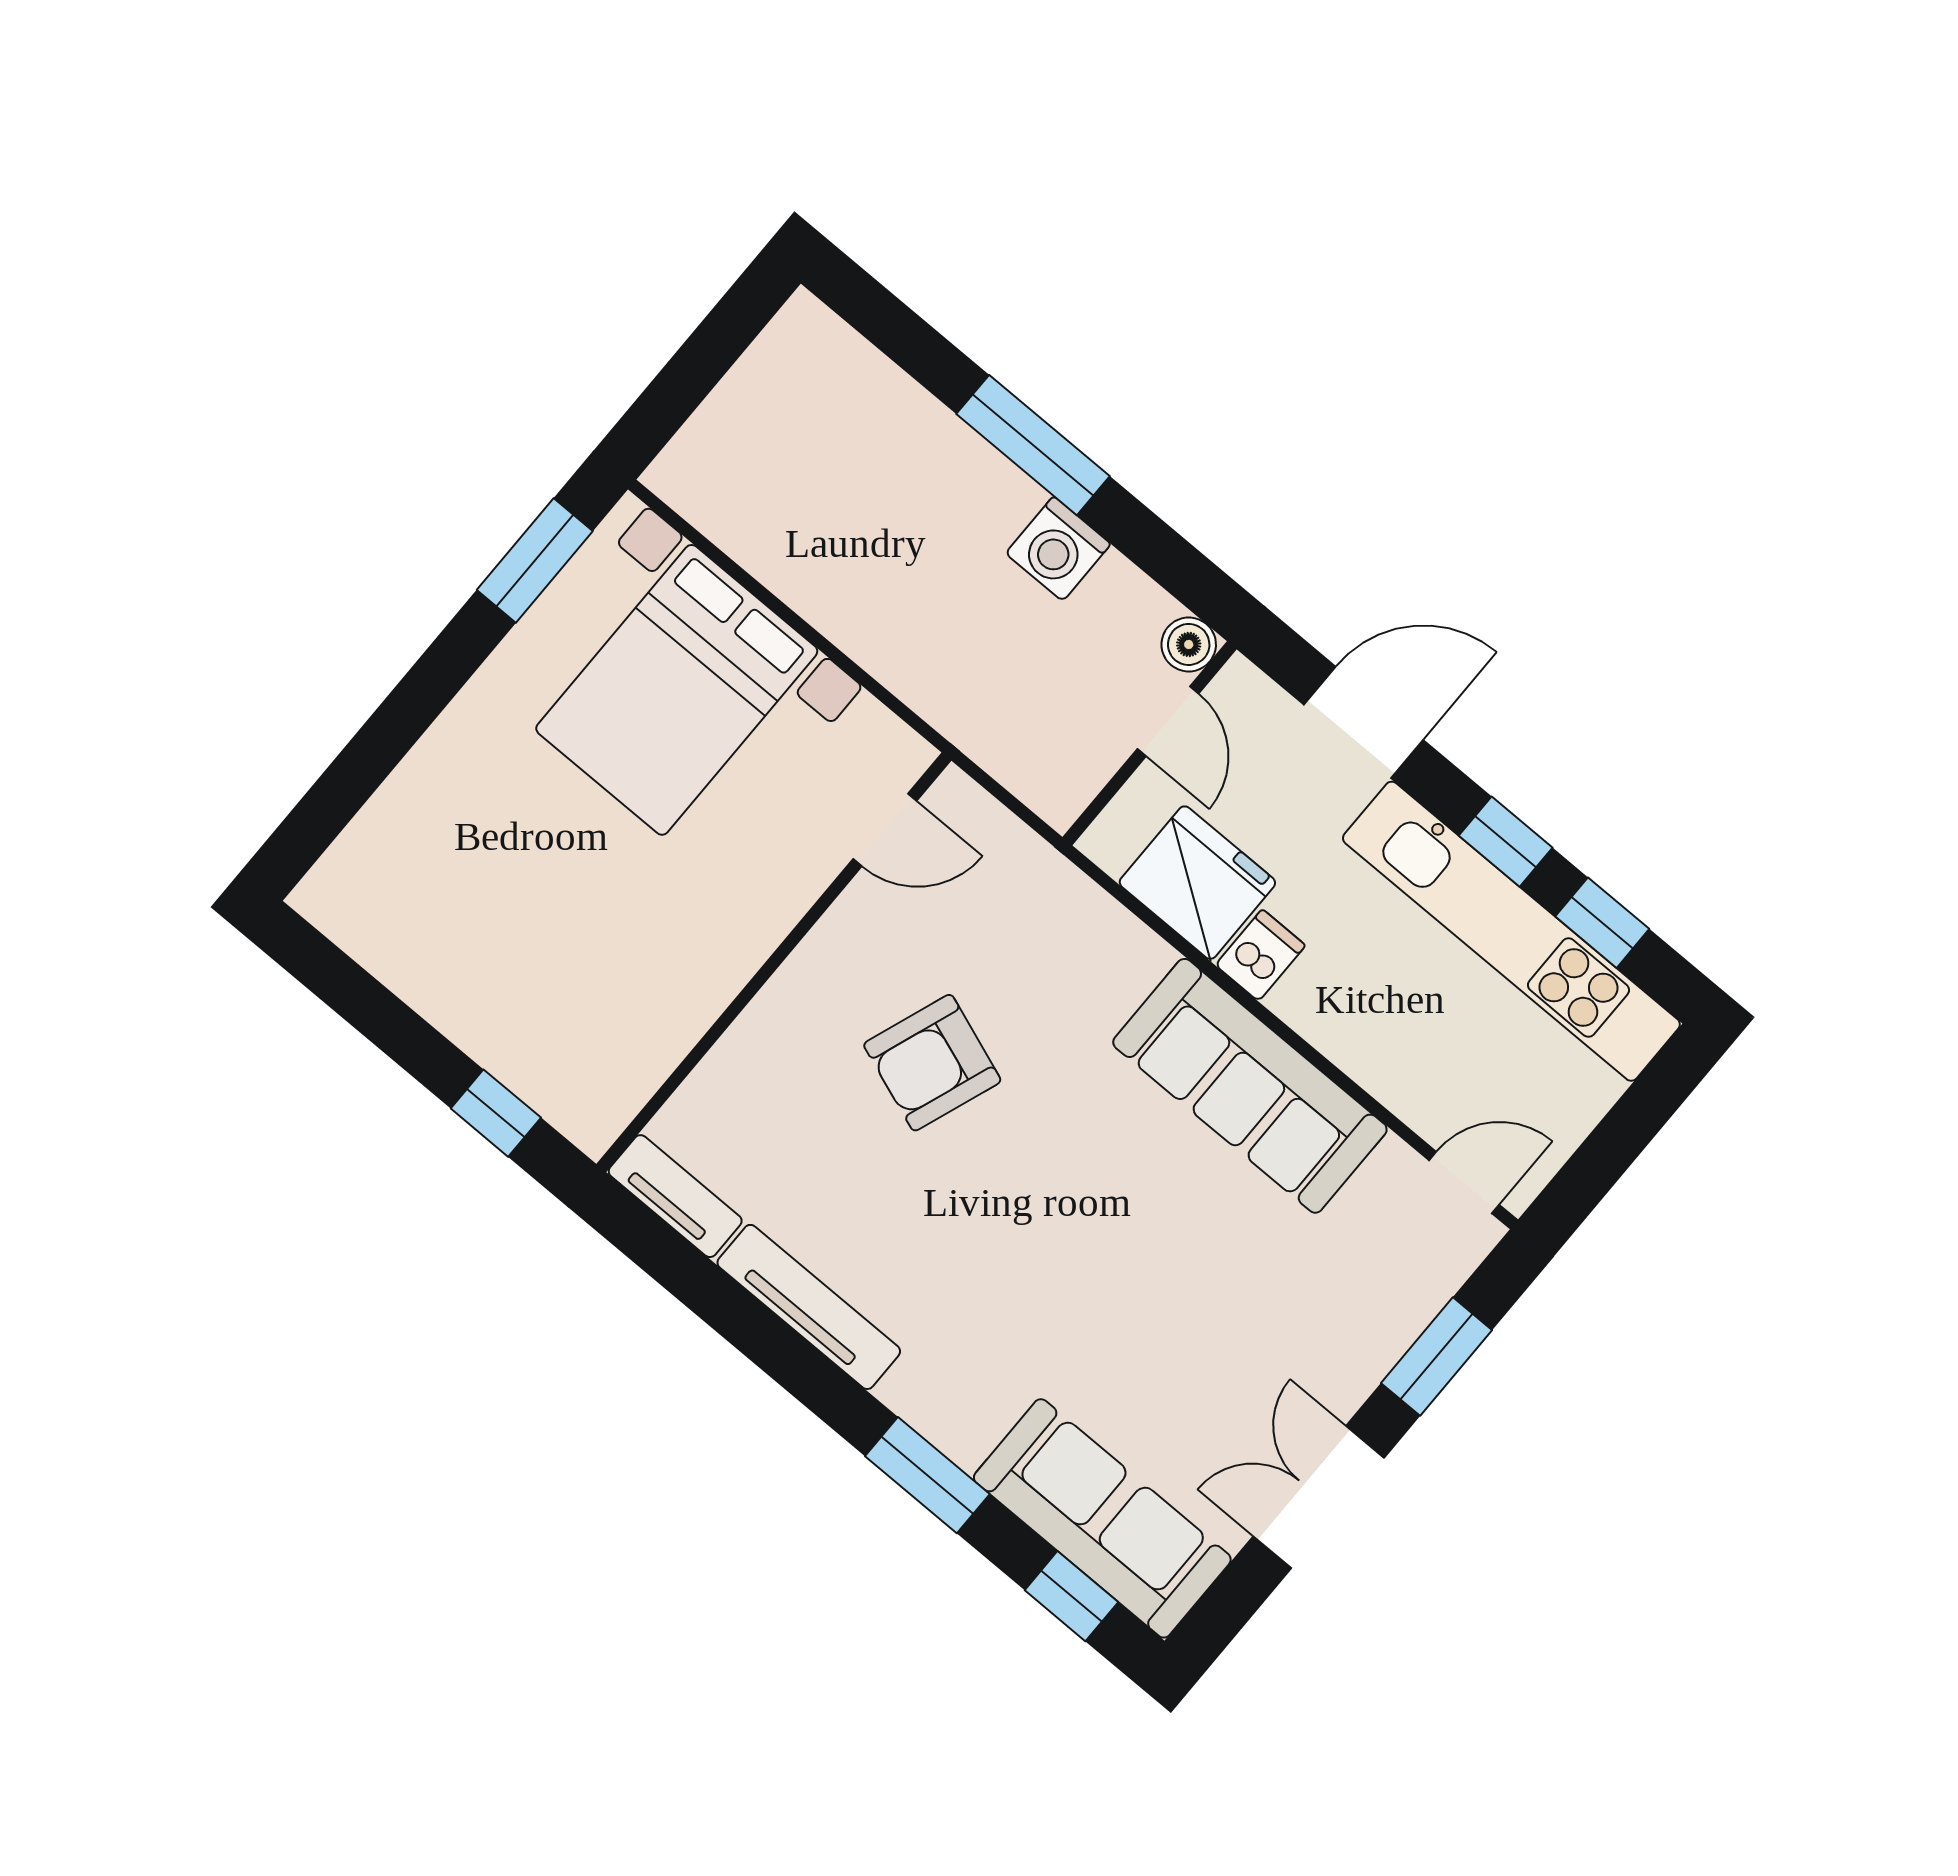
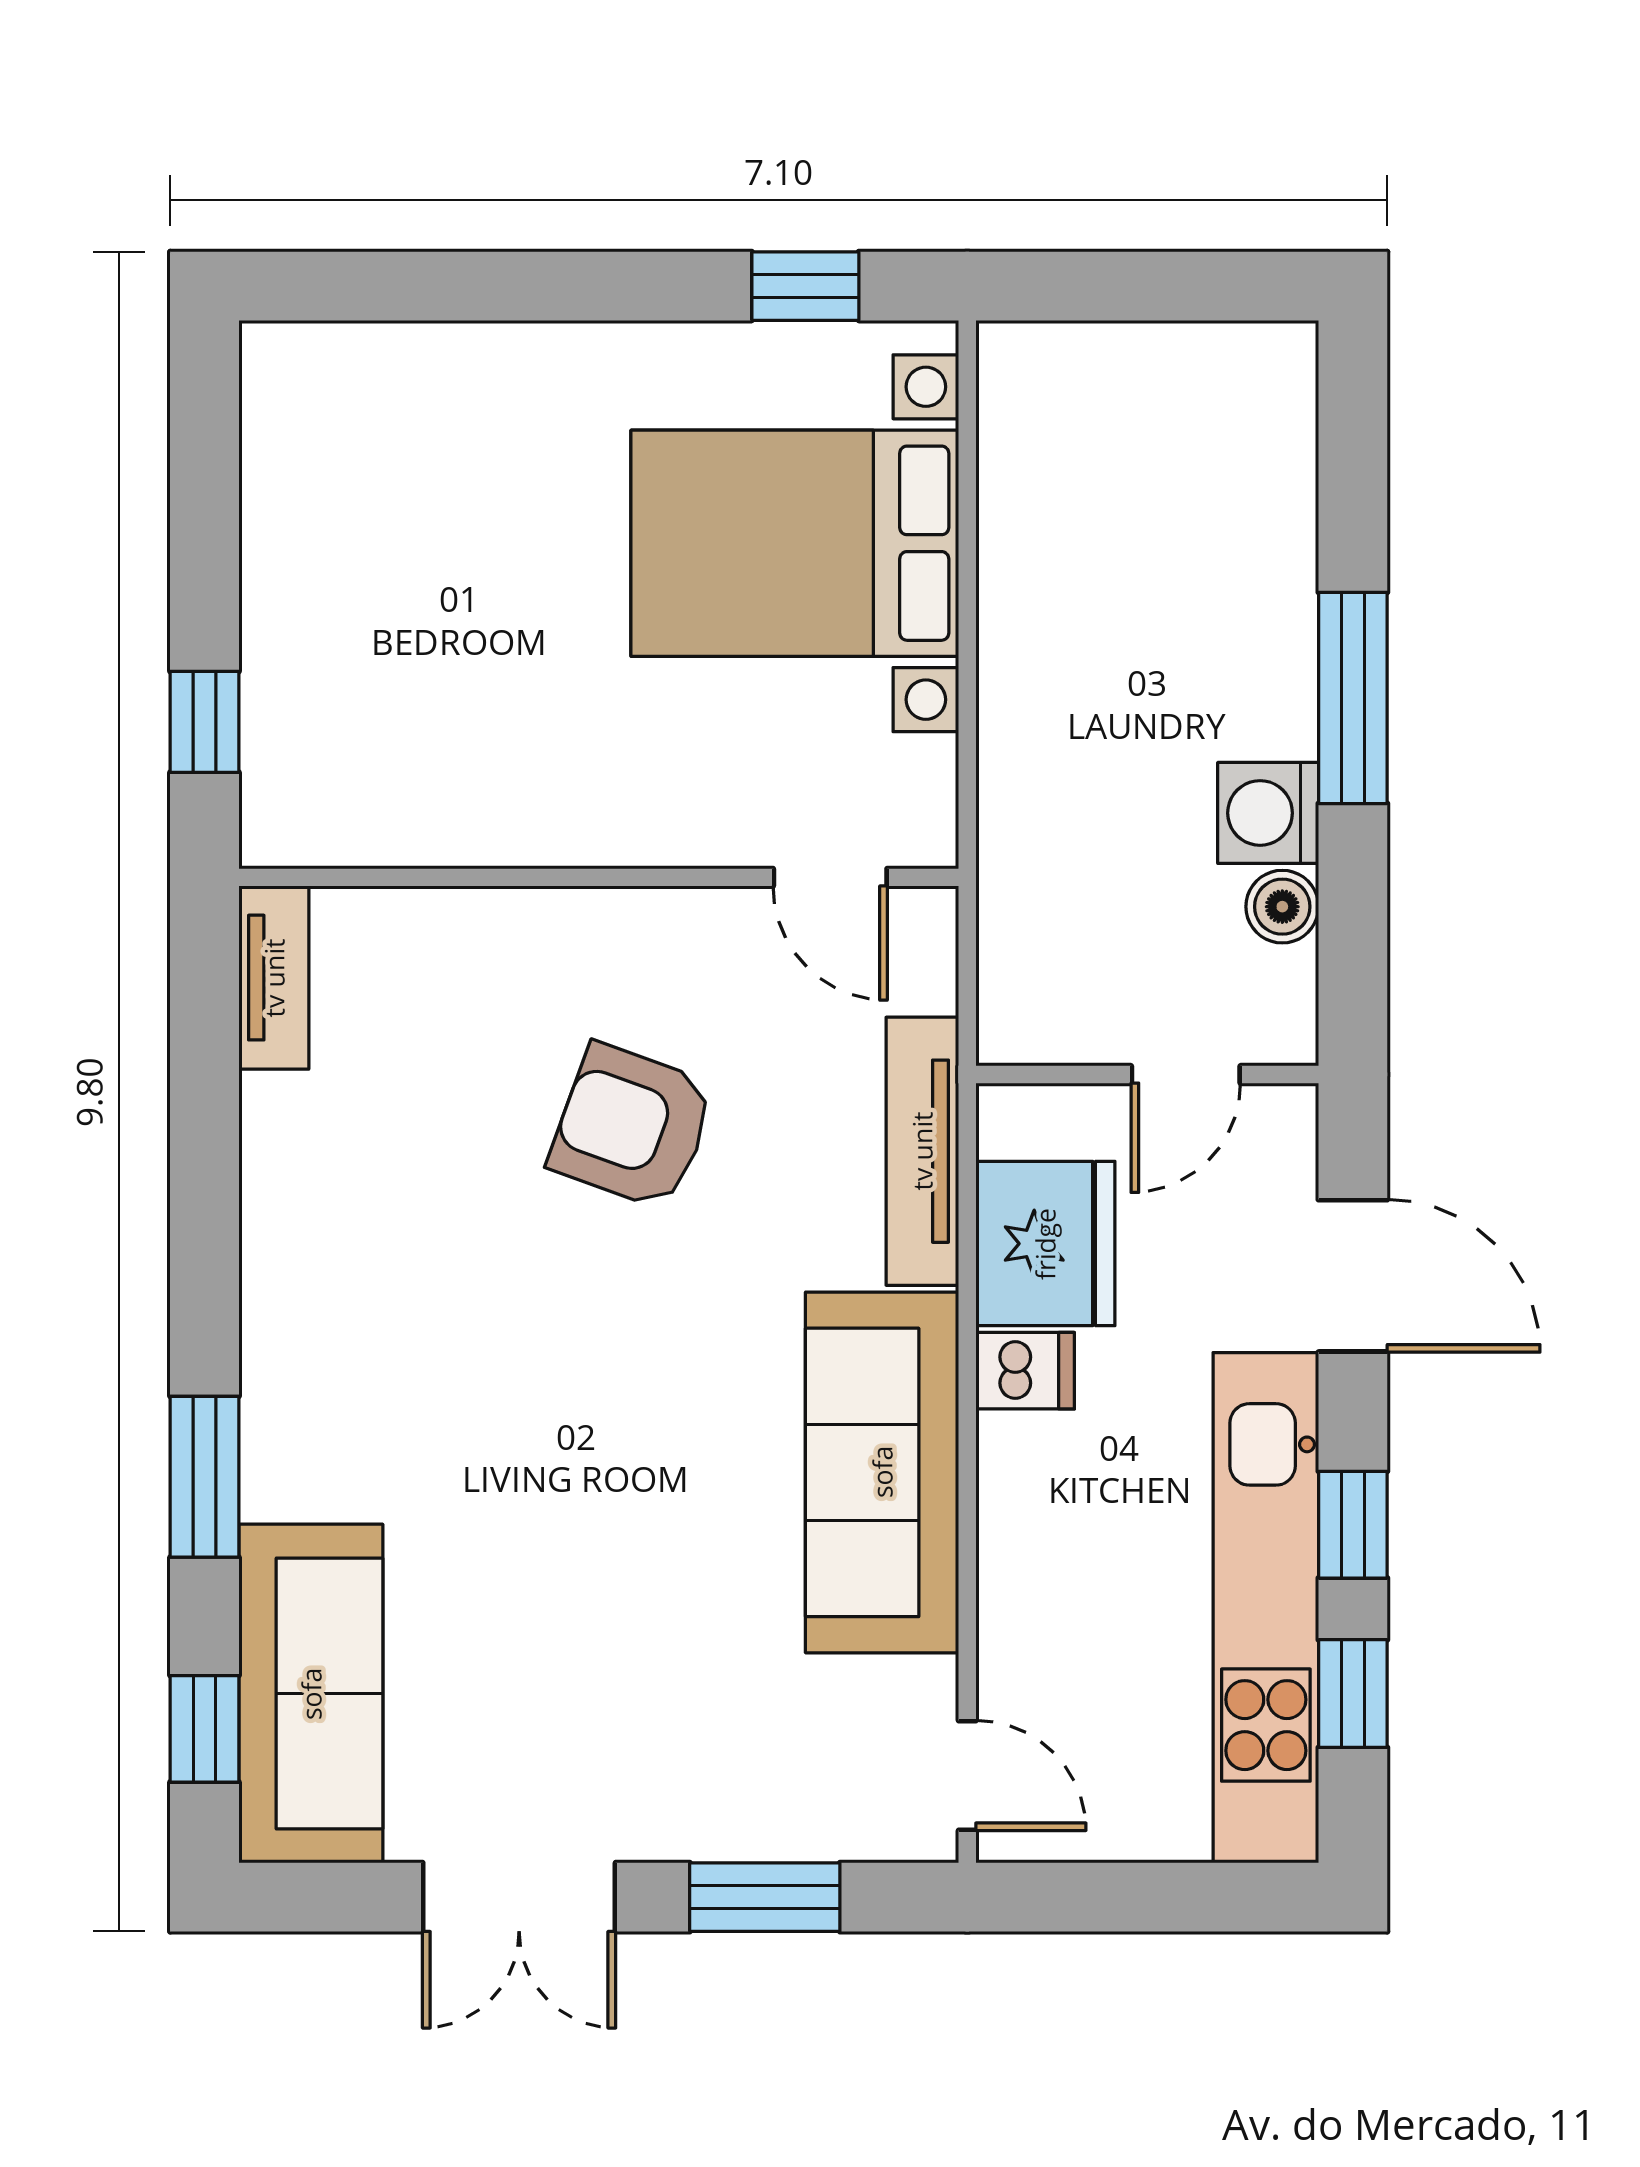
window: (535, 560) -> (805, 286), width x0.67
boiler: (1189, 644) -> (1282, 907), moved
tv unit: (809, 1307) -> (922, 1151), moved, turned 180
double door: (1319, 1497) -> (519, 1897), swing flipped

